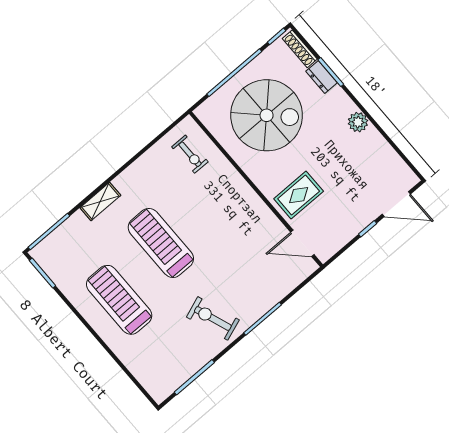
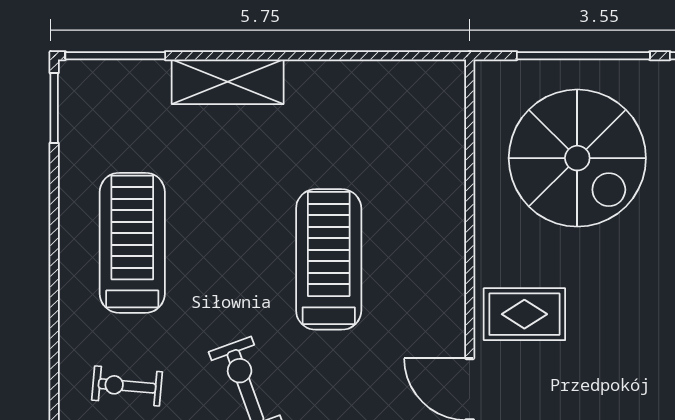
exercise bike: (190, 154) -> (127, 386), moved, turned 95
shelving: (100, 202) -> (228, 82), width x1.50, depth x1.33
treadmill: (161, 243) -> (329, 259), moved

